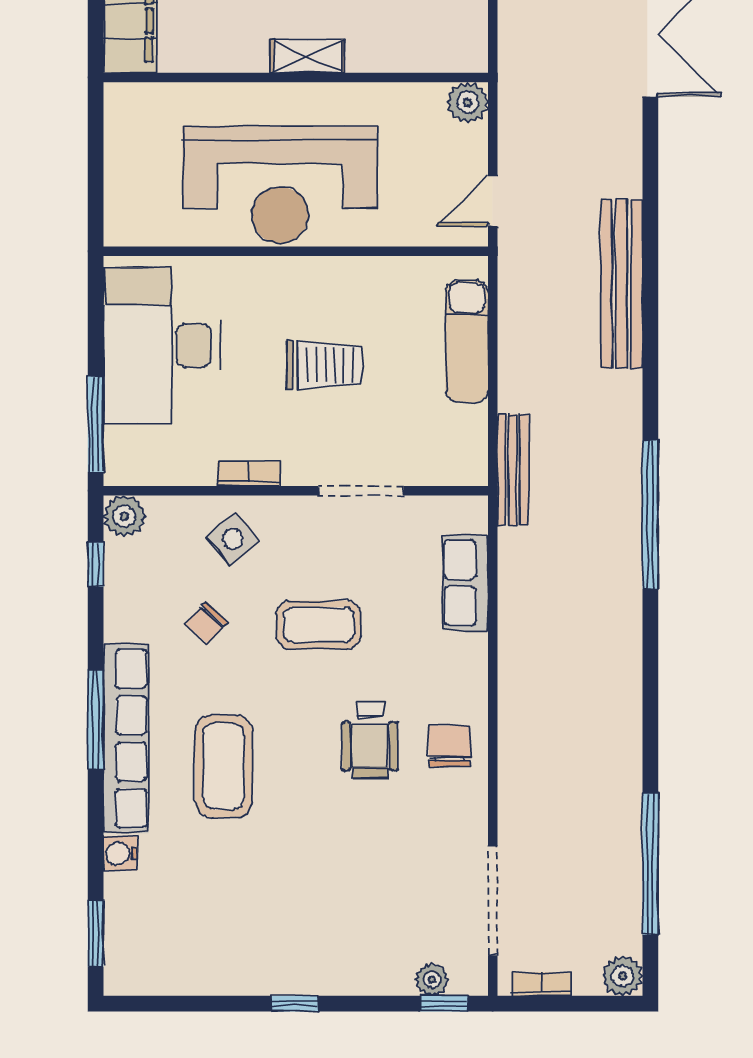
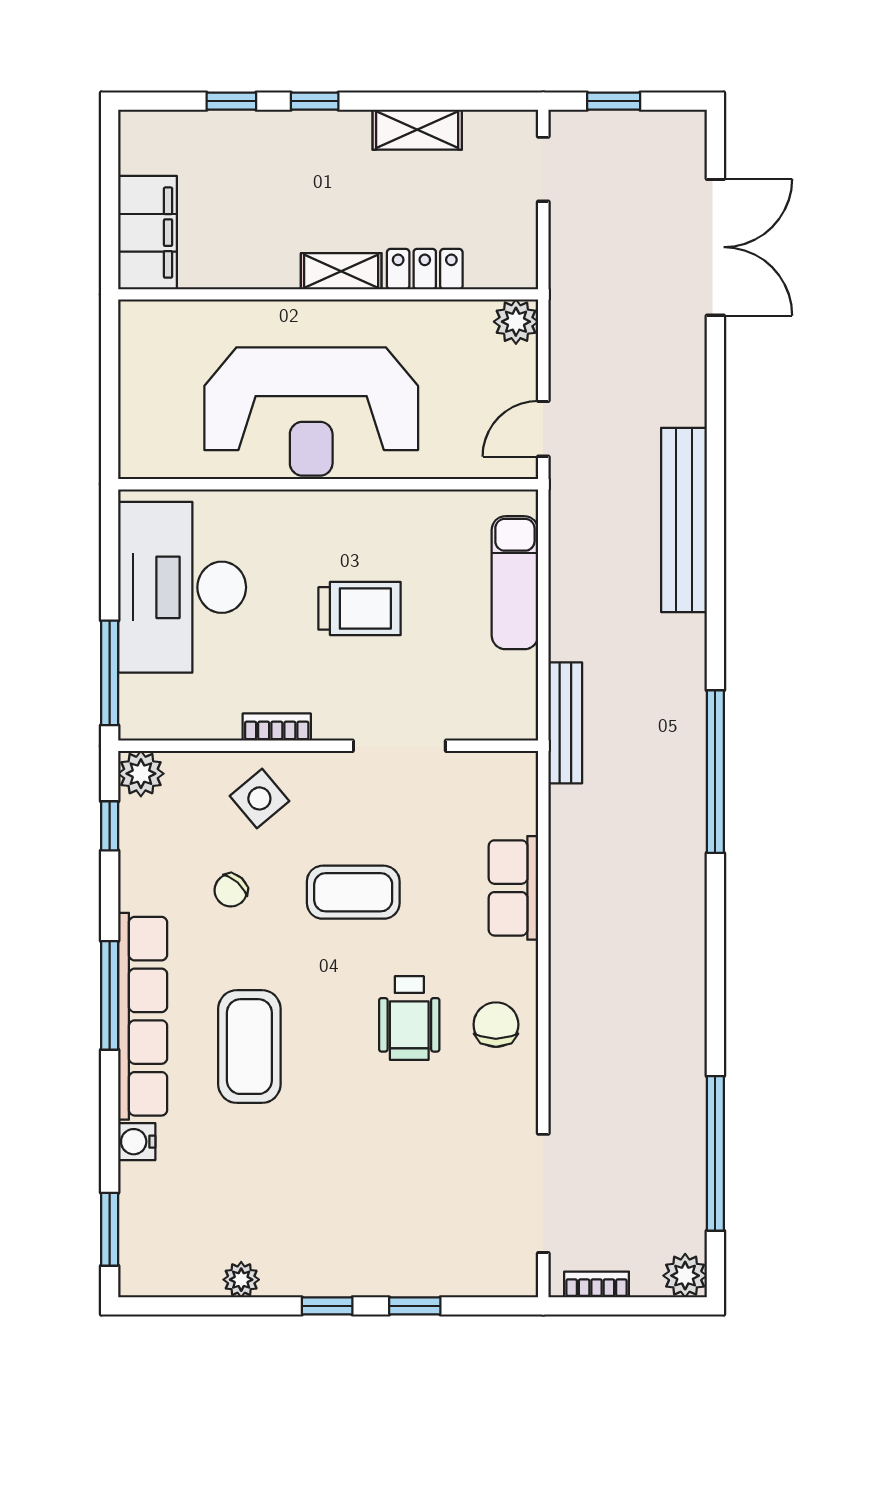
locker: (384, 54) -> (425, 269), added
row of seats: (465, 583) -> (513, 888), moved
plant: (432, 980) -> (241, 1280), moved
window: (444, 1004) -> (415, 1306), moved

